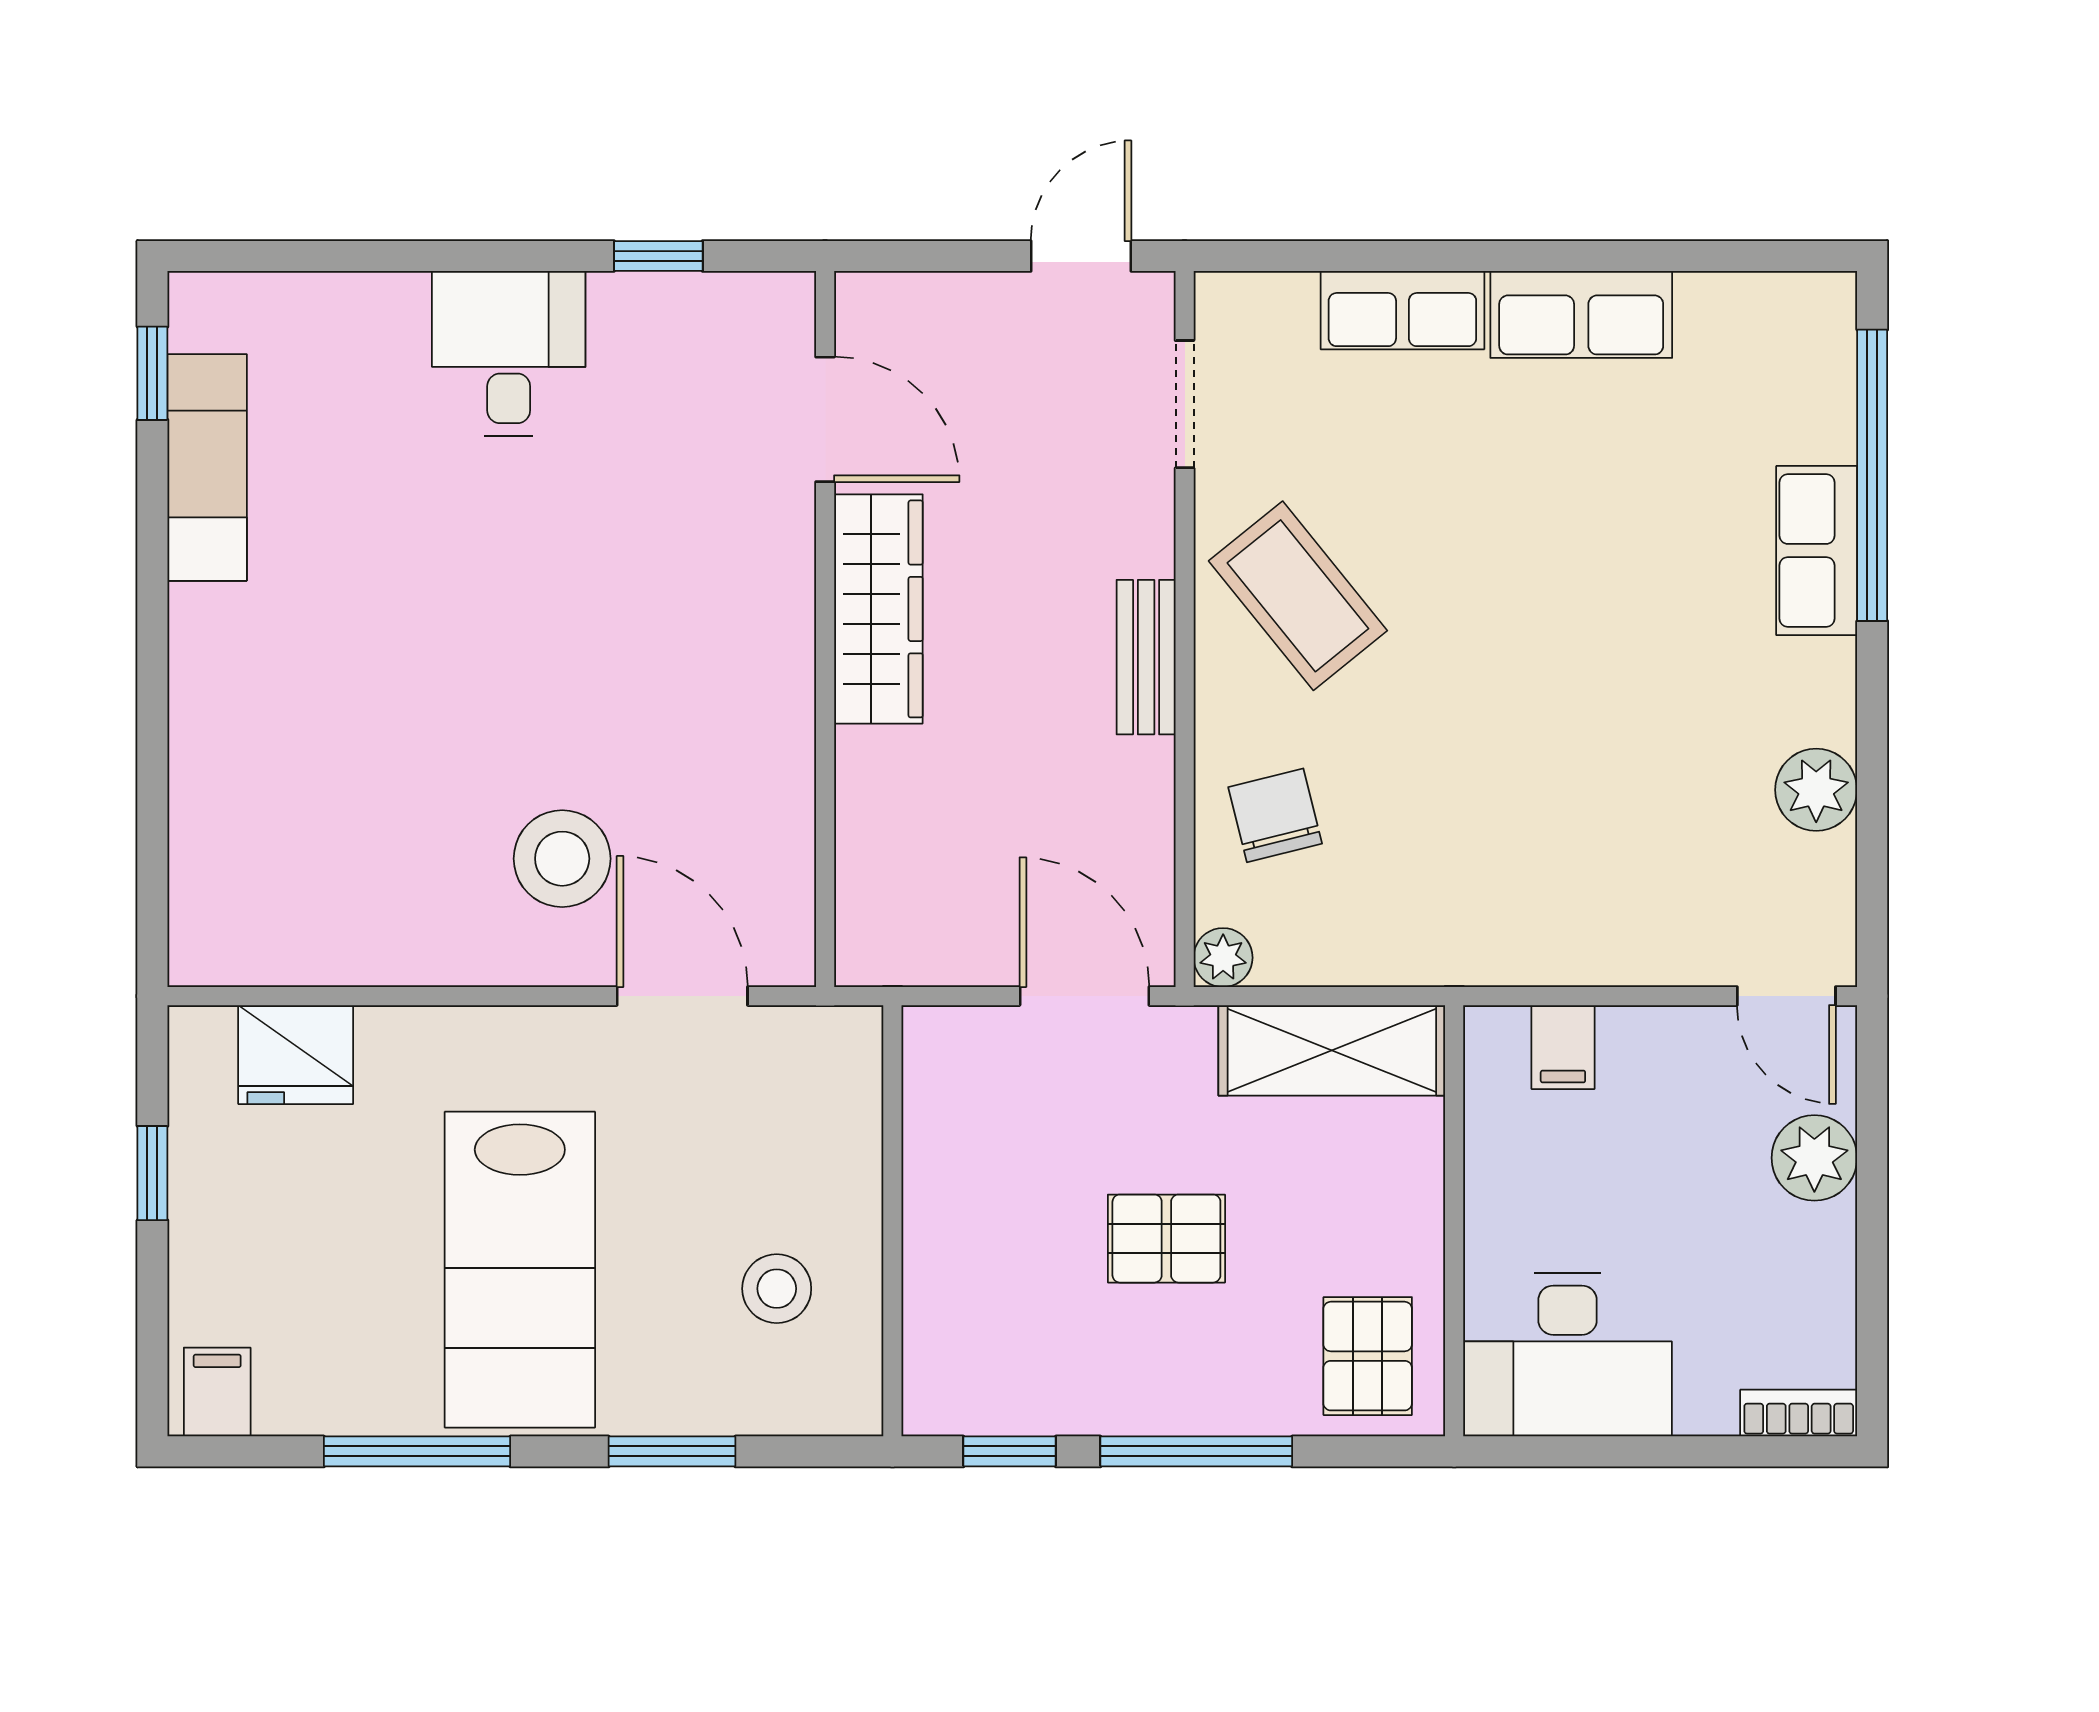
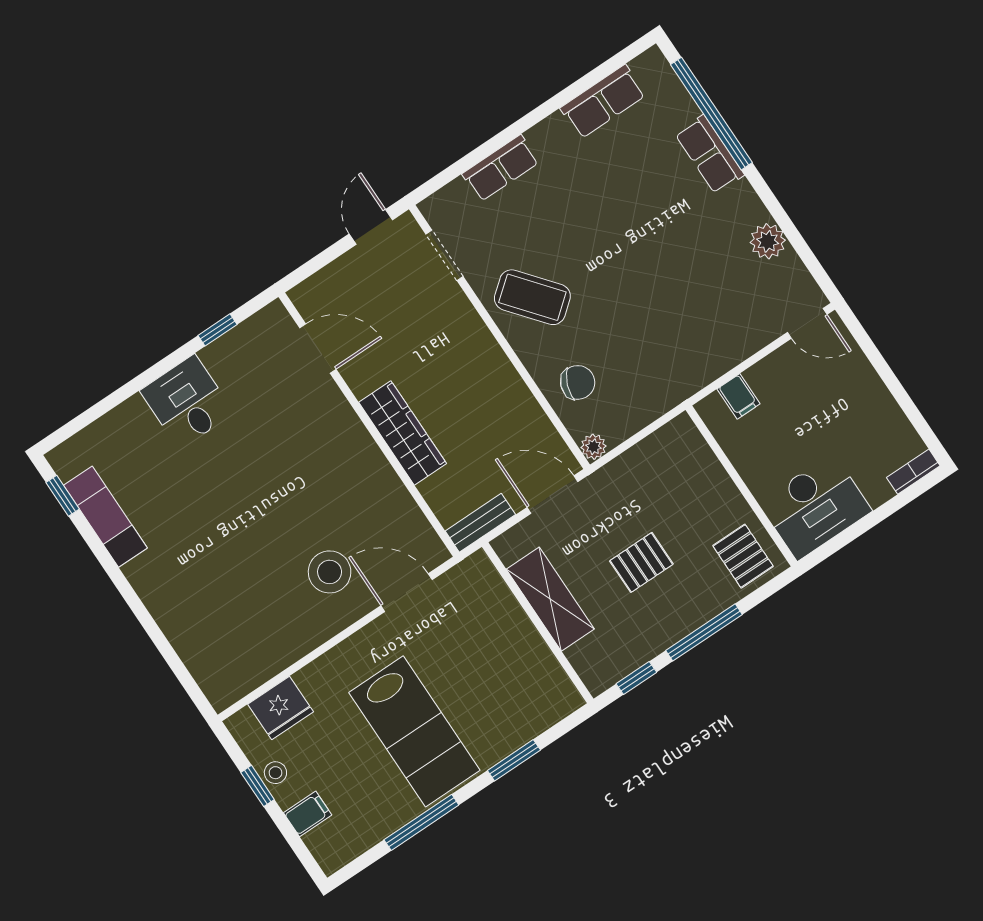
row of seats: (1581, 314) -> (603, 102), moved
wardrobe: (878, 609) -> (403, 433), moved
bench: (1146, 657) -> (480, 523), moved, turned 90
chair: (1275, 815) -> (578, 382), turned 125
shelving: (1332, 1050) -> (550, 599), moved, turned 90
plant: (1814, 1158) -> (857, 375), removed
stool: (777, 1289) -> (275, 773), moved, width x0.73, depth x0.73
filing cabinet: (217, 1392) -> (308, 814), moved, turned 90

